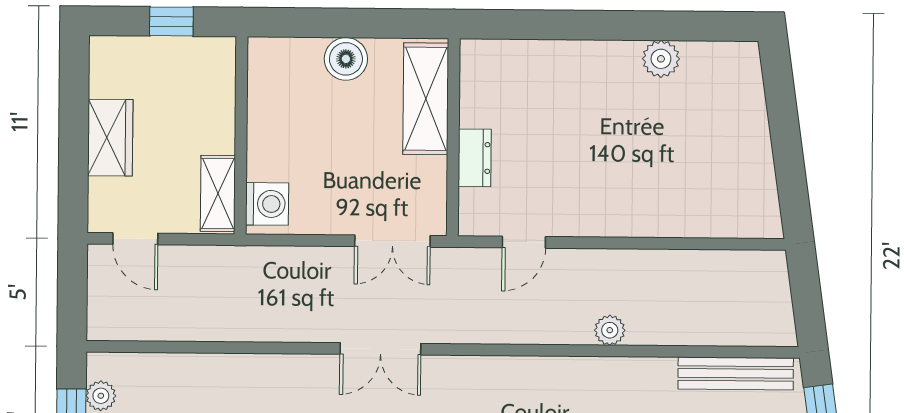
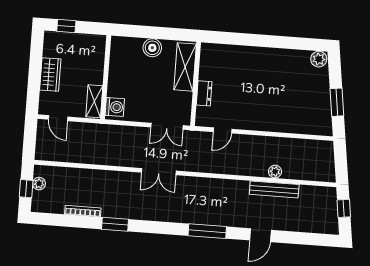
window: (171, 21) -> (66, 26), moved
plant: (661, 59) -> (319, 59), moved
window: (788, 158) -> (337, 102), added
plant: (610, 330) -> (275, 172), moved
bench: (736, 373) -> (274, 189), moved

